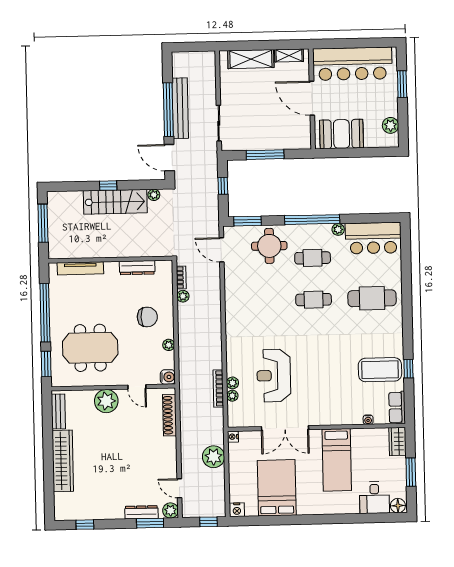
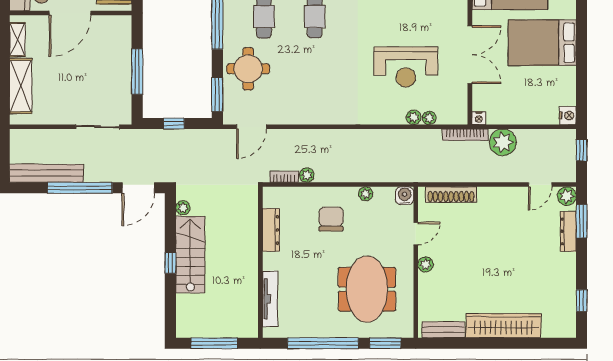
bench: (180, 108) -> (46, 173), moved
bookcase: (218, 388) -> (465, 135), moved
plant: (106, 401) -> (425, 264), width x0.53, depth x0.53
bed: (277, 488) -> (542, 43), moved

